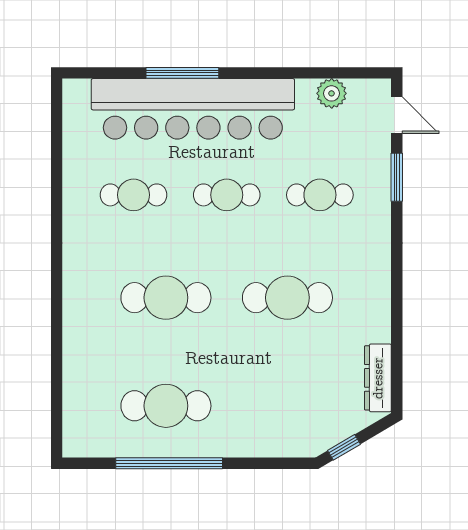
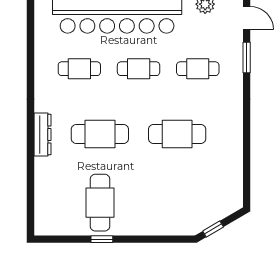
dresser: (378, 378) -> (42, 135), moved, turned 180
cafe table: (166, 406) -> (100, 203), turned 90
window: (169, 463) -> (102, 239), width x0.32

